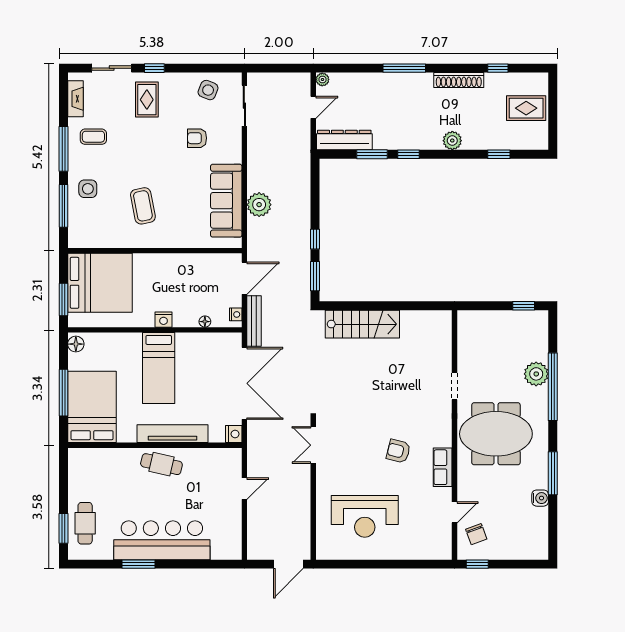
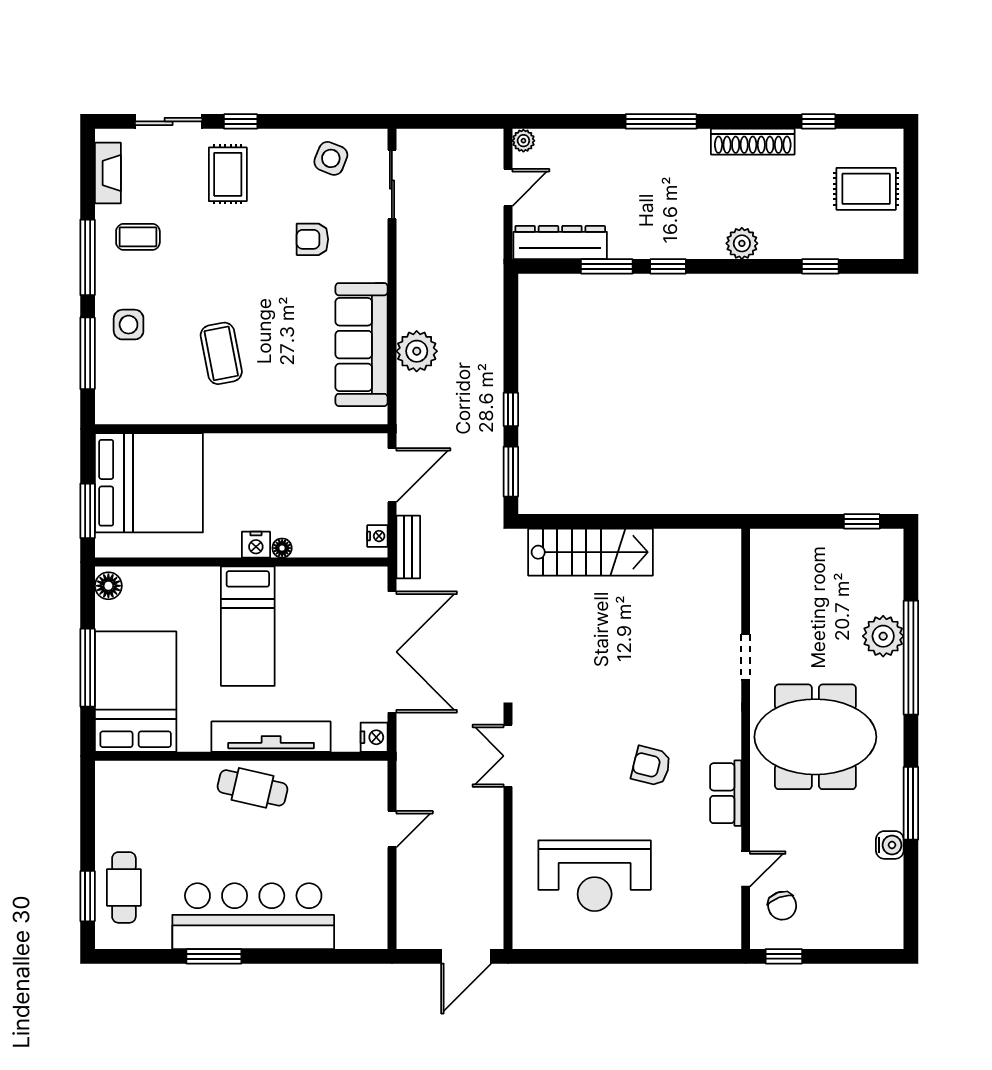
bench: (254, 321) -> (408, 547), width x0.73
floor lamp: (205, 322) -> (282, 548), moved

